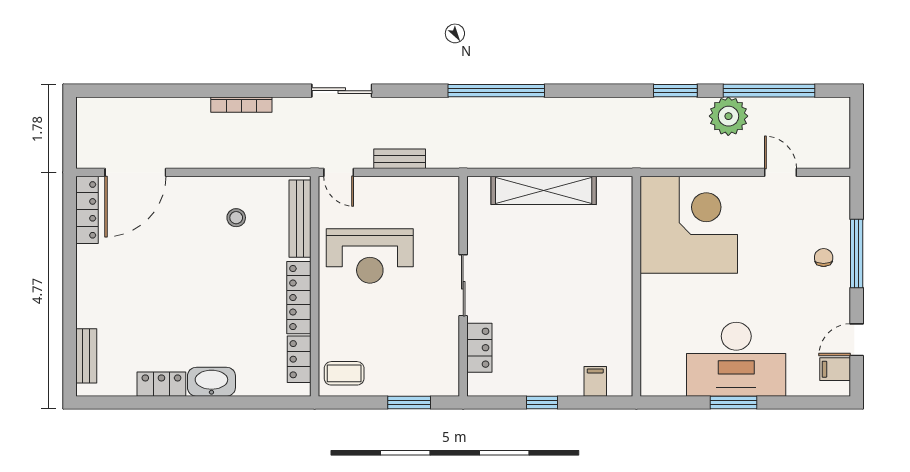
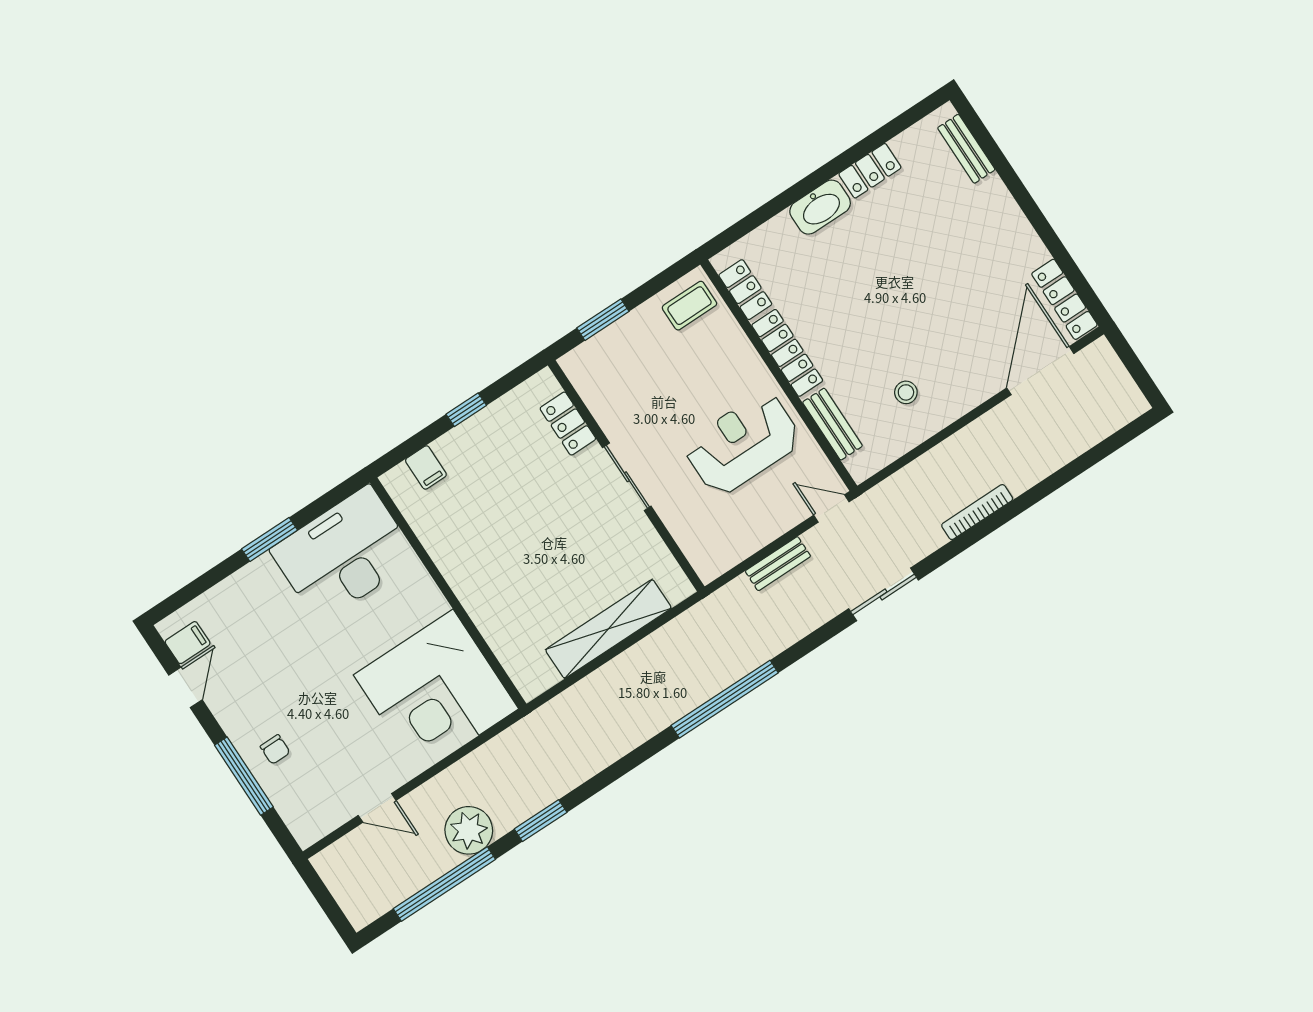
bench: (300, 219) -> (833, 424), width x0.73
desk: (736, 359) -> (344, 554), moved

